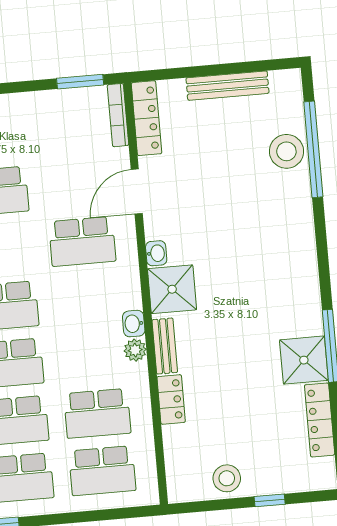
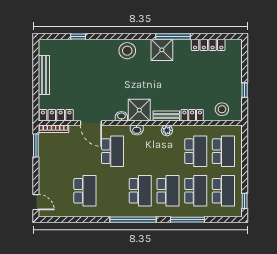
window: (313, 149) -> (78, 37), width x0.32
stool: (286, 151) -> (127, 51), moved
washbasin: (134, 324) -> (137, 130), moved
shower: (304, 360) -> (162, 50), moved
stool: (227, 478) -> (222, 109), moved
window: (270, 500) -> (245, 90), moved

